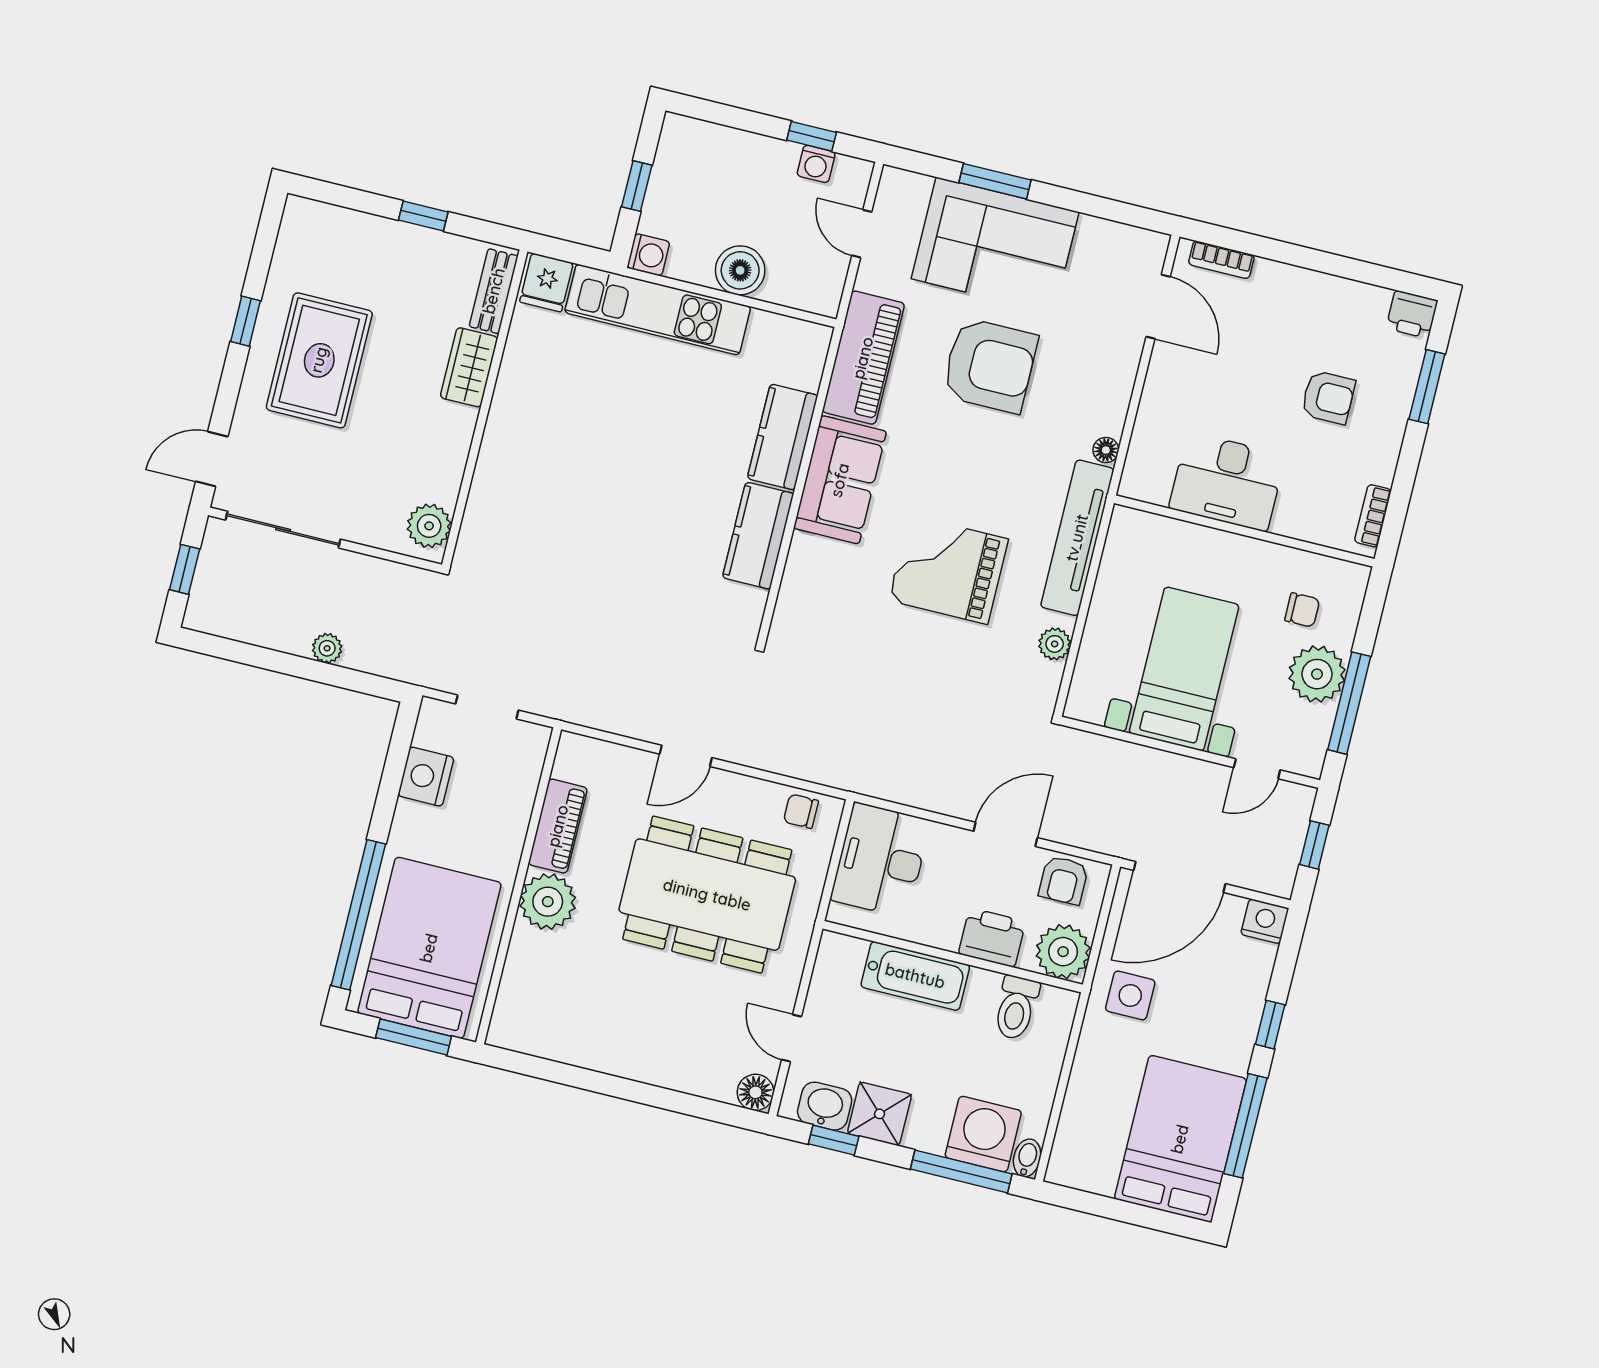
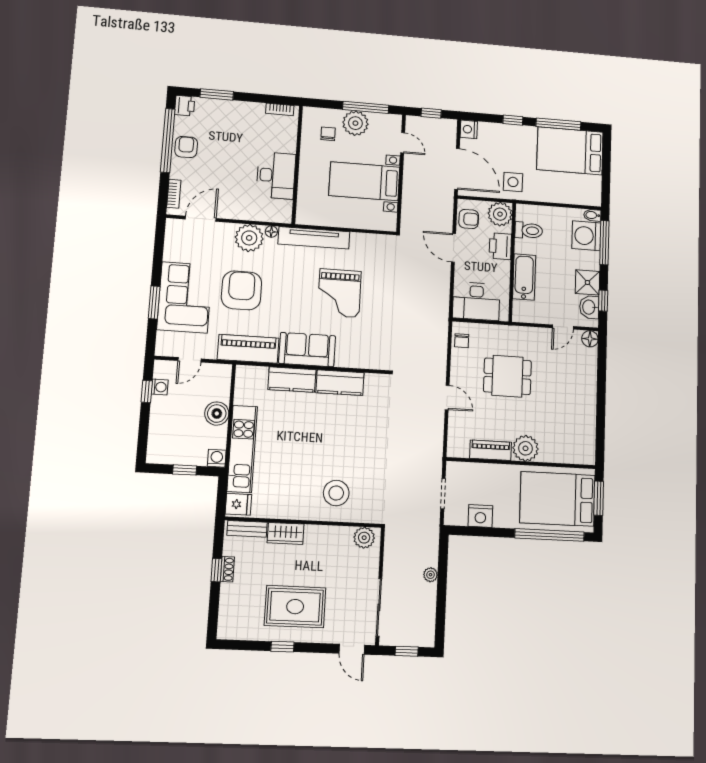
shoe rack: (421, 238) -> (227, 569), added
window: (1340, 266) -> (168, 140), added
armchair: (1328, 397) -> (186, 147), moved
stool: (531, 485) -> (336, 493), added
plant: (1055, 644) -> (249, 238), moved, width x1.87, depth x1.87
dining table: (707, 895) -> (507, 376), width x0.53, depth x0.80

